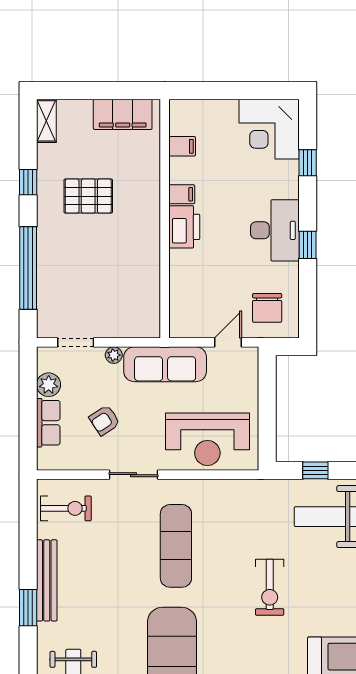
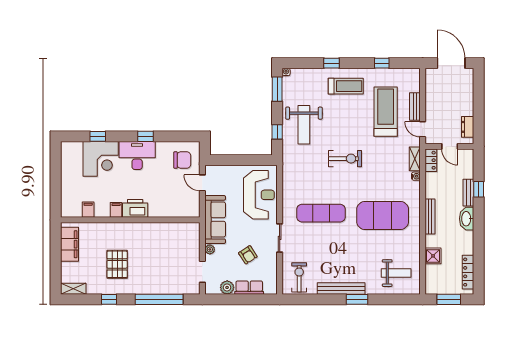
corner desk: (269, 129) -> (101, 159), moved

